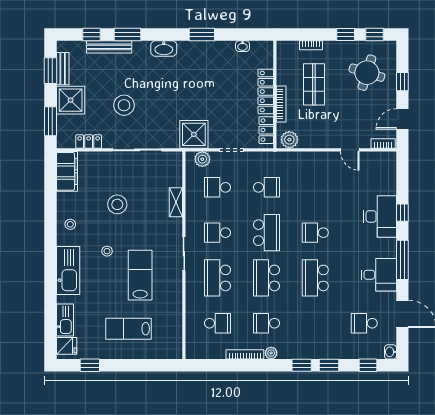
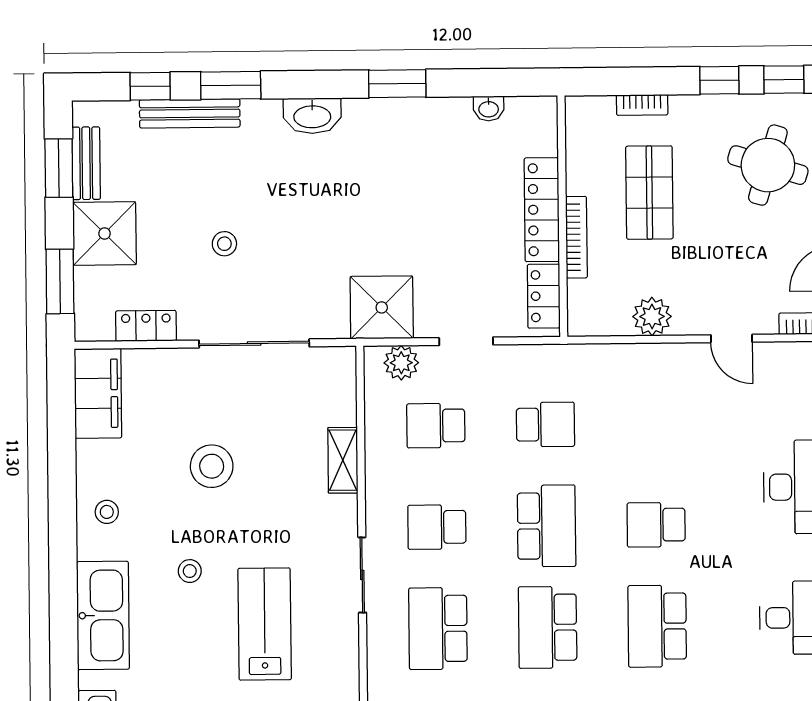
stool: (124, 105) -> (224, 244), width x0.53, depth x0.53
plant: (289, 140) -> (652, 316), moved

